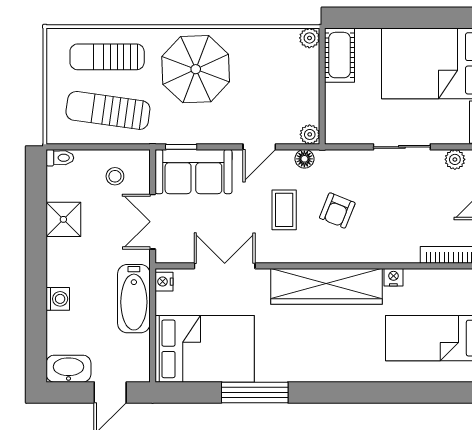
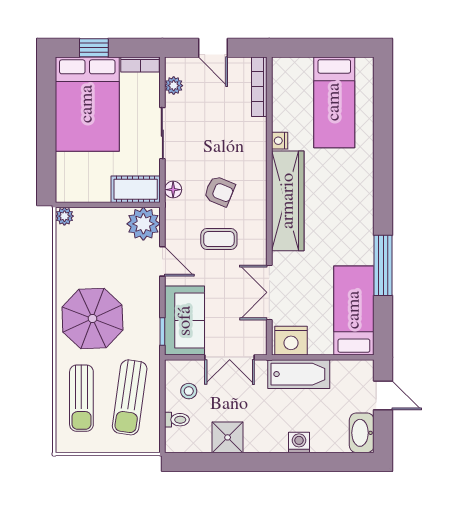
cot: (339, 55) -> (136, 189), moved
plant: (310, 134) -> (143, 224), width x1.87, depth x1.87
toilet: (60, 158) -> (177, 420), moved, turned 90
floor lamp: (304, 159) -> (173, 190), moved
nightstand: (164, 282) -> (291, 341), width x1.89, depth x1.79
bed: (205, 349) -> (354, 310), width x0.67

